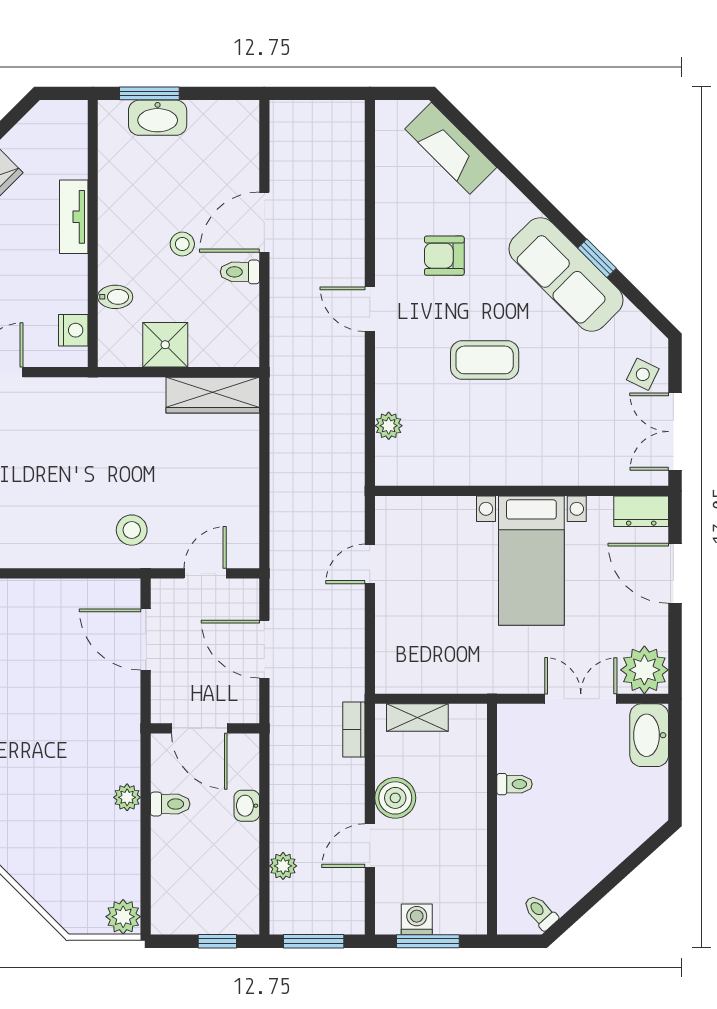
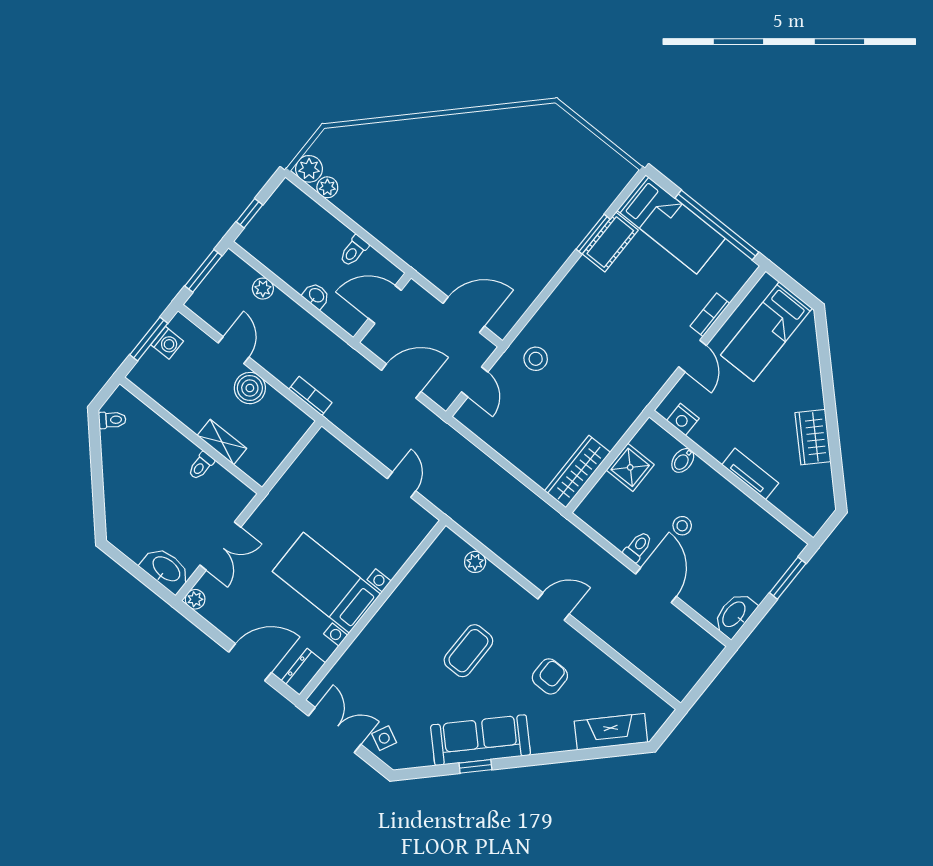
washbasin: (158, 118) -> (735, 615), moved
plant: (644, 670) -> (195, 599), width x0.53, depth x0.53
shelving: (417, 718) -> (222, 442), moved, turned 90
plant: (127, 797) -> (327, 187), moved

